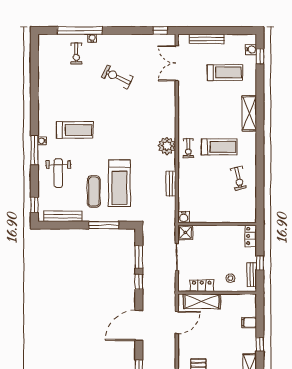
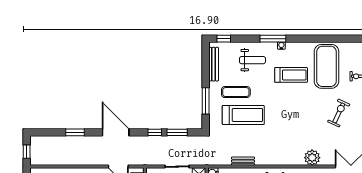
exercise mat: (65, 91) -> (327, 66), added
treadmill: (75, 130) -> (291, 75), turned -90
plant: (167, 146) -> (312, 158), moved
weight bench: (58, 173) -> (252, 60), turned 180
treadmill: (119, 183) -> (243, 115), turned 180

